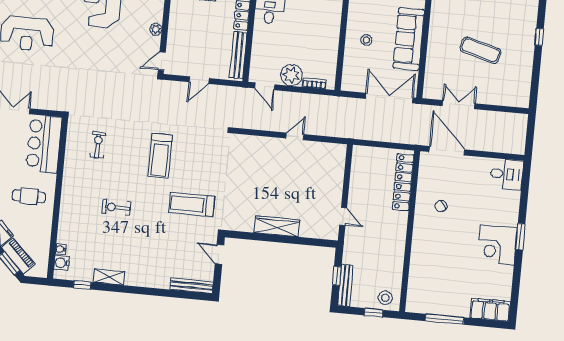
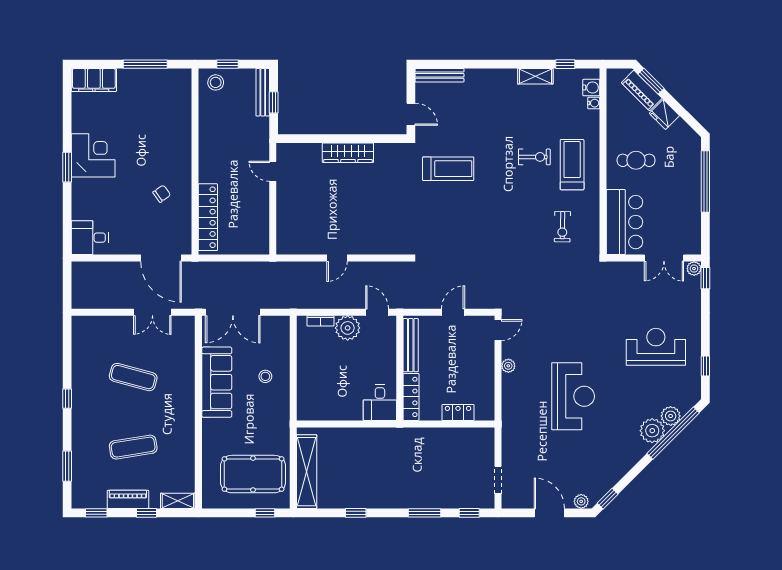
treadmill: (160, 156) -> (572, 165), moved

